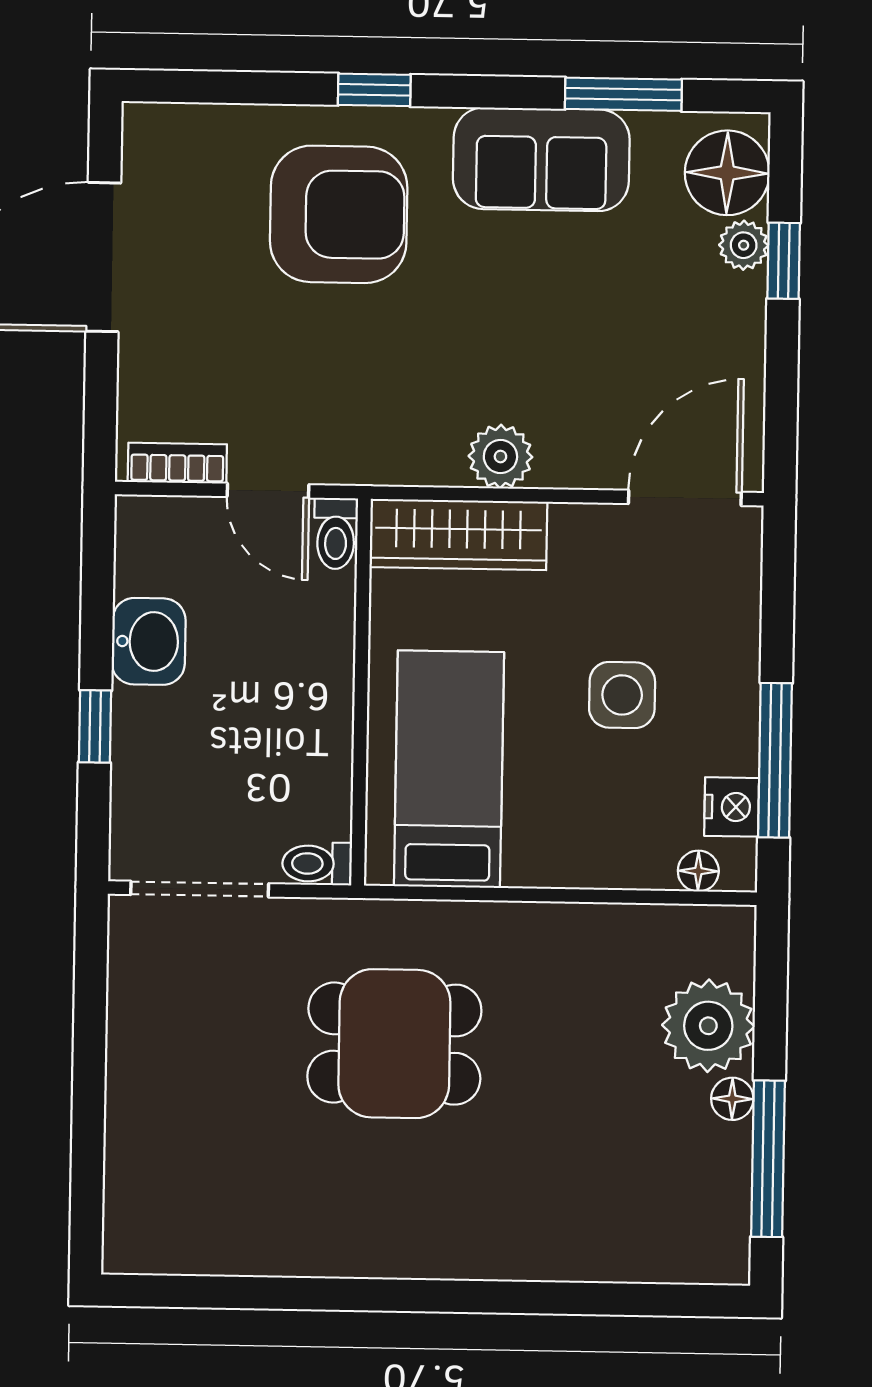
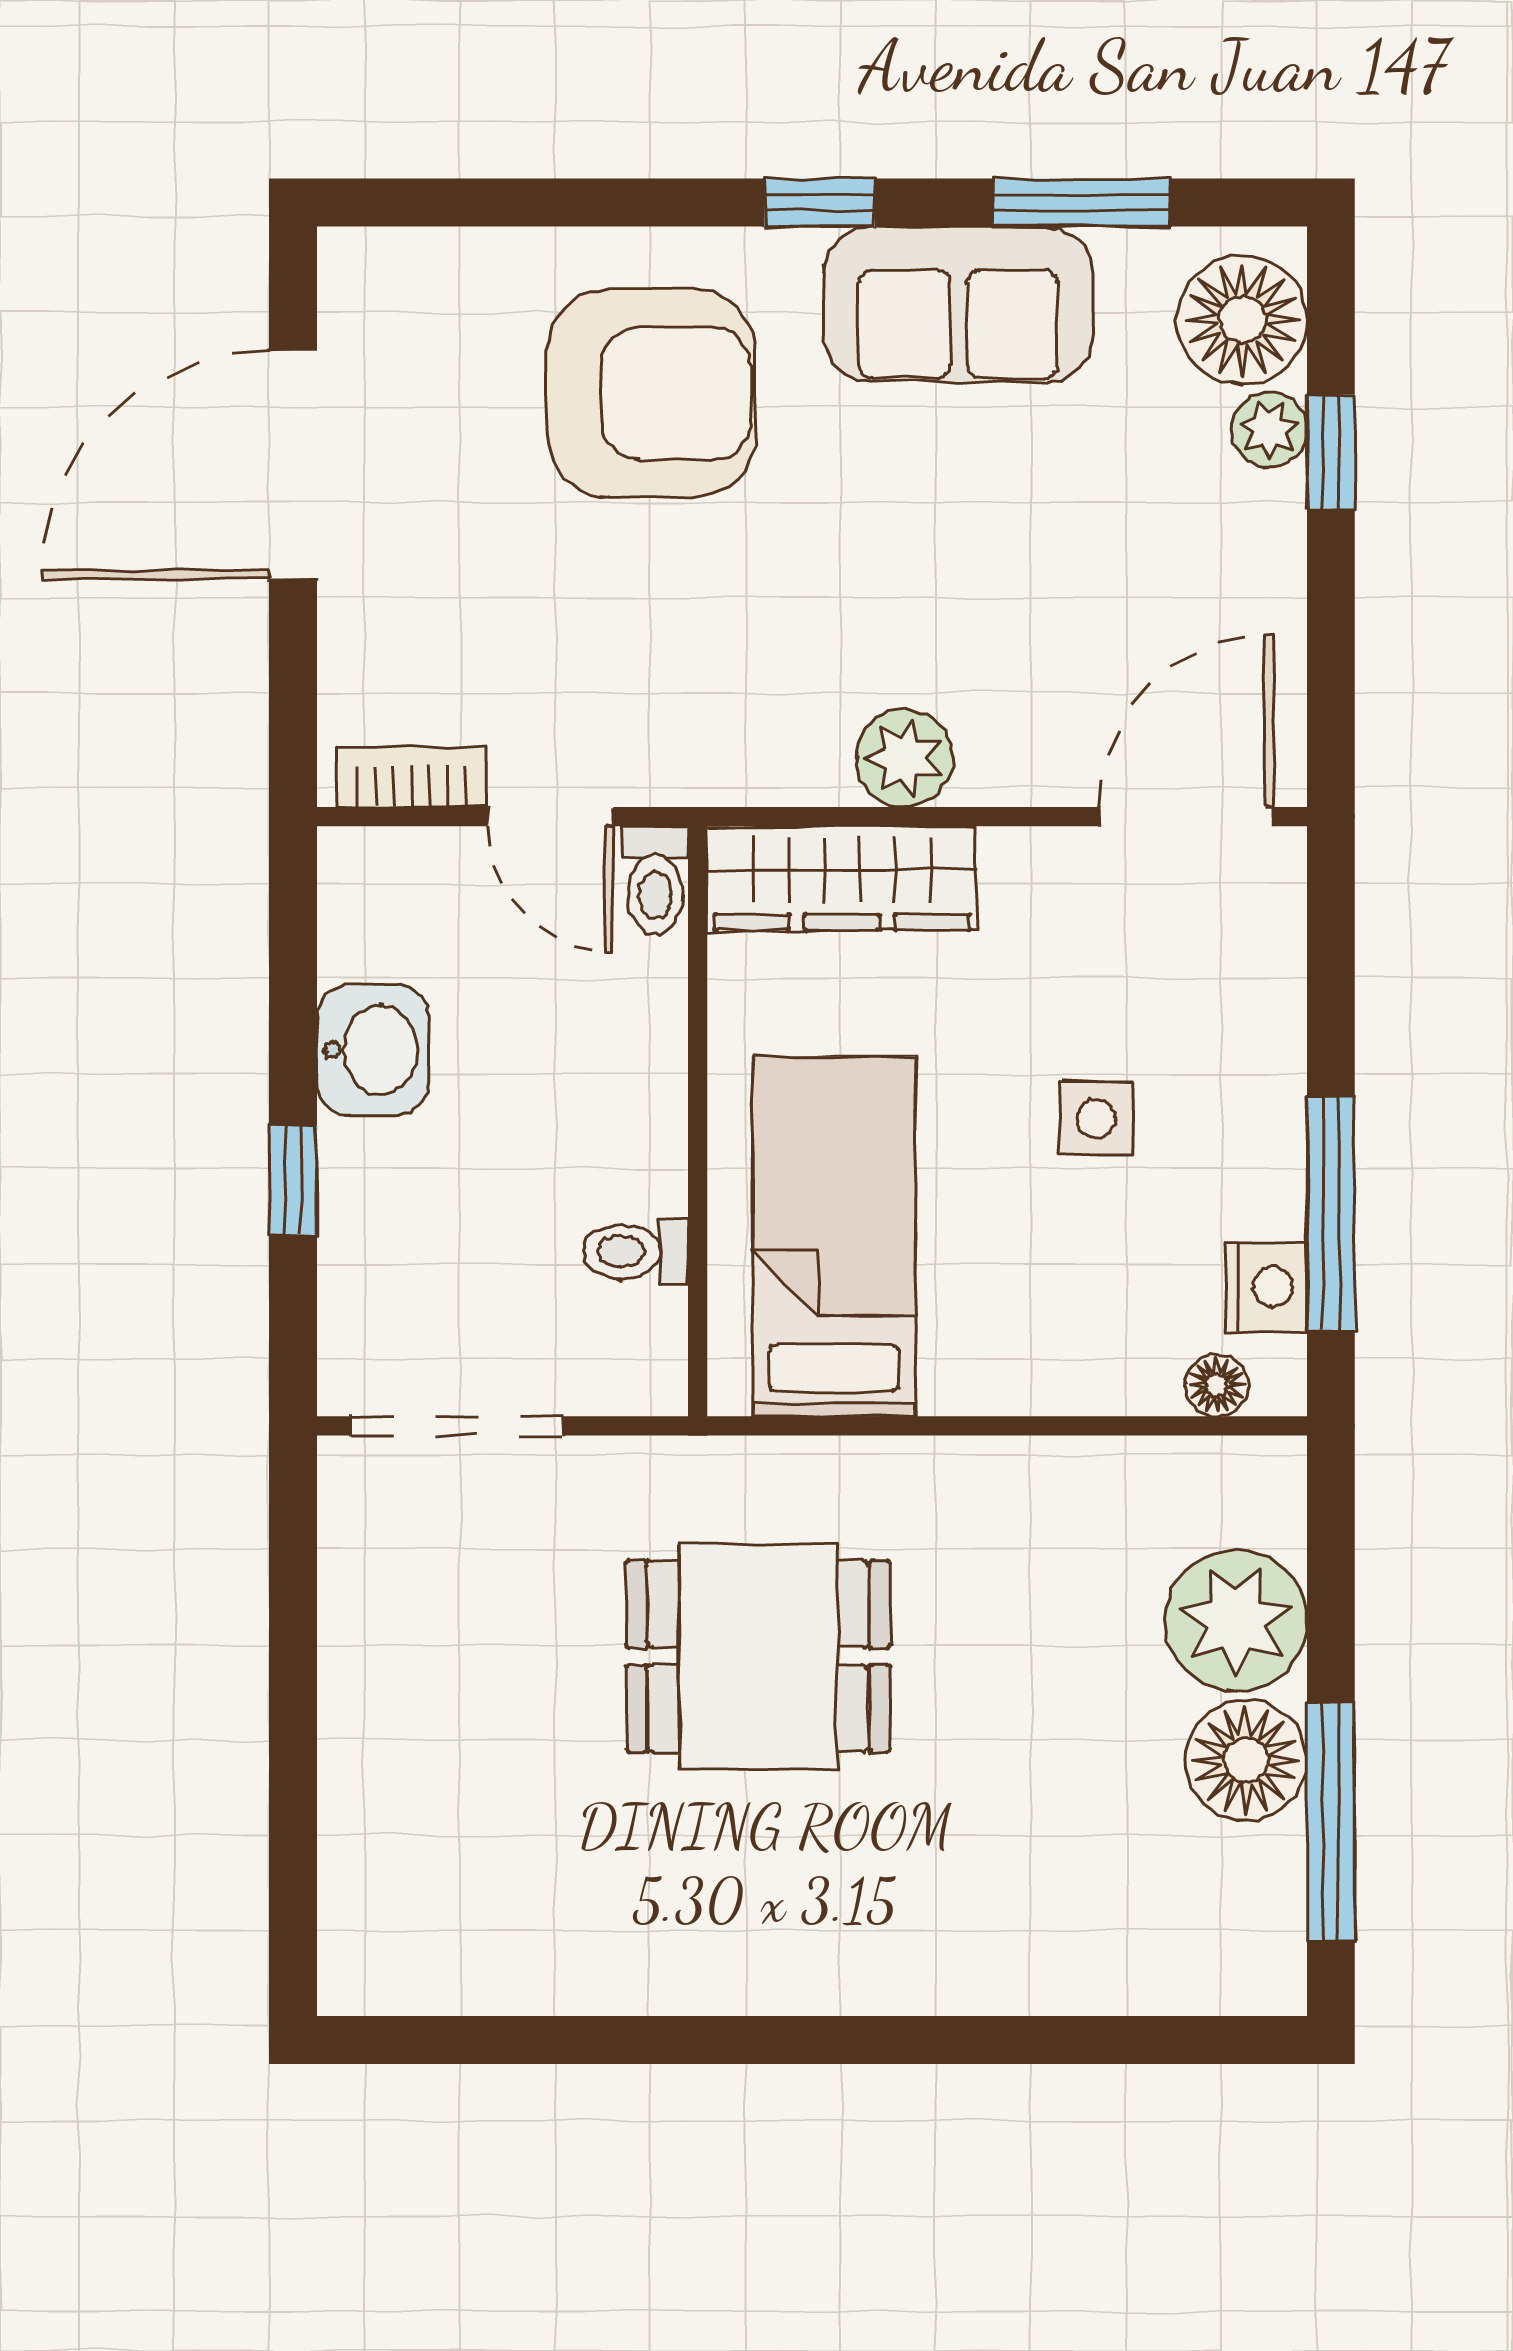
window: (374, 90) -> (820, 202), moved
side table: (622, 695) -> (1096, 1119), width x0.73, depth x0.73
toilet: (317, 864) -> (635, 1251), moved
floor lamp: (732, 1099) -> (1246, 1760), width x1.89, depth x1.89

